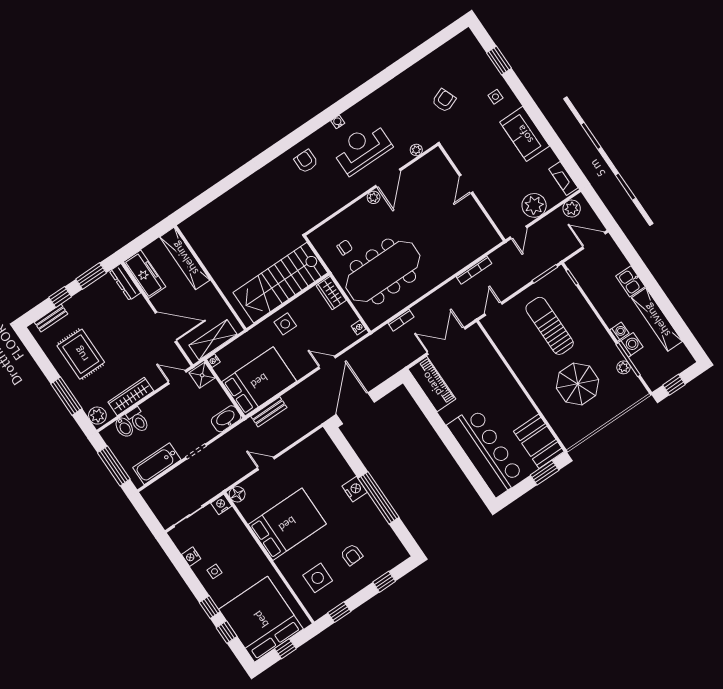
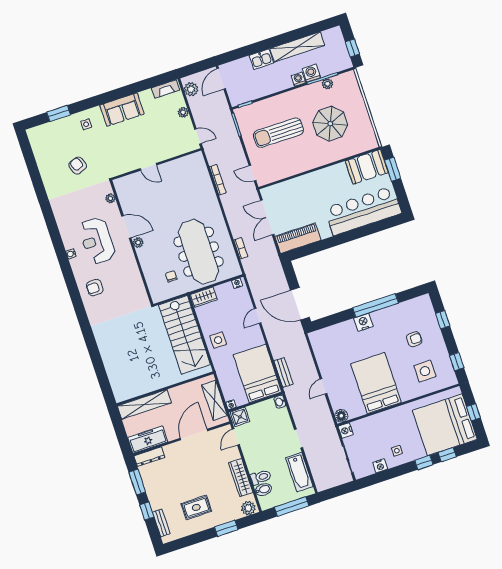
plant: (534, 205) -> (183, 112), width x0.53, depth x0.53
rug: (81, 354) -> (196, 507), width x0.73, depth x0.70
window: (66, 396) -> (226, 528), width x0.69
washbasin: (226, 419) -> (280, 402), width x0.52, depth x0.69

